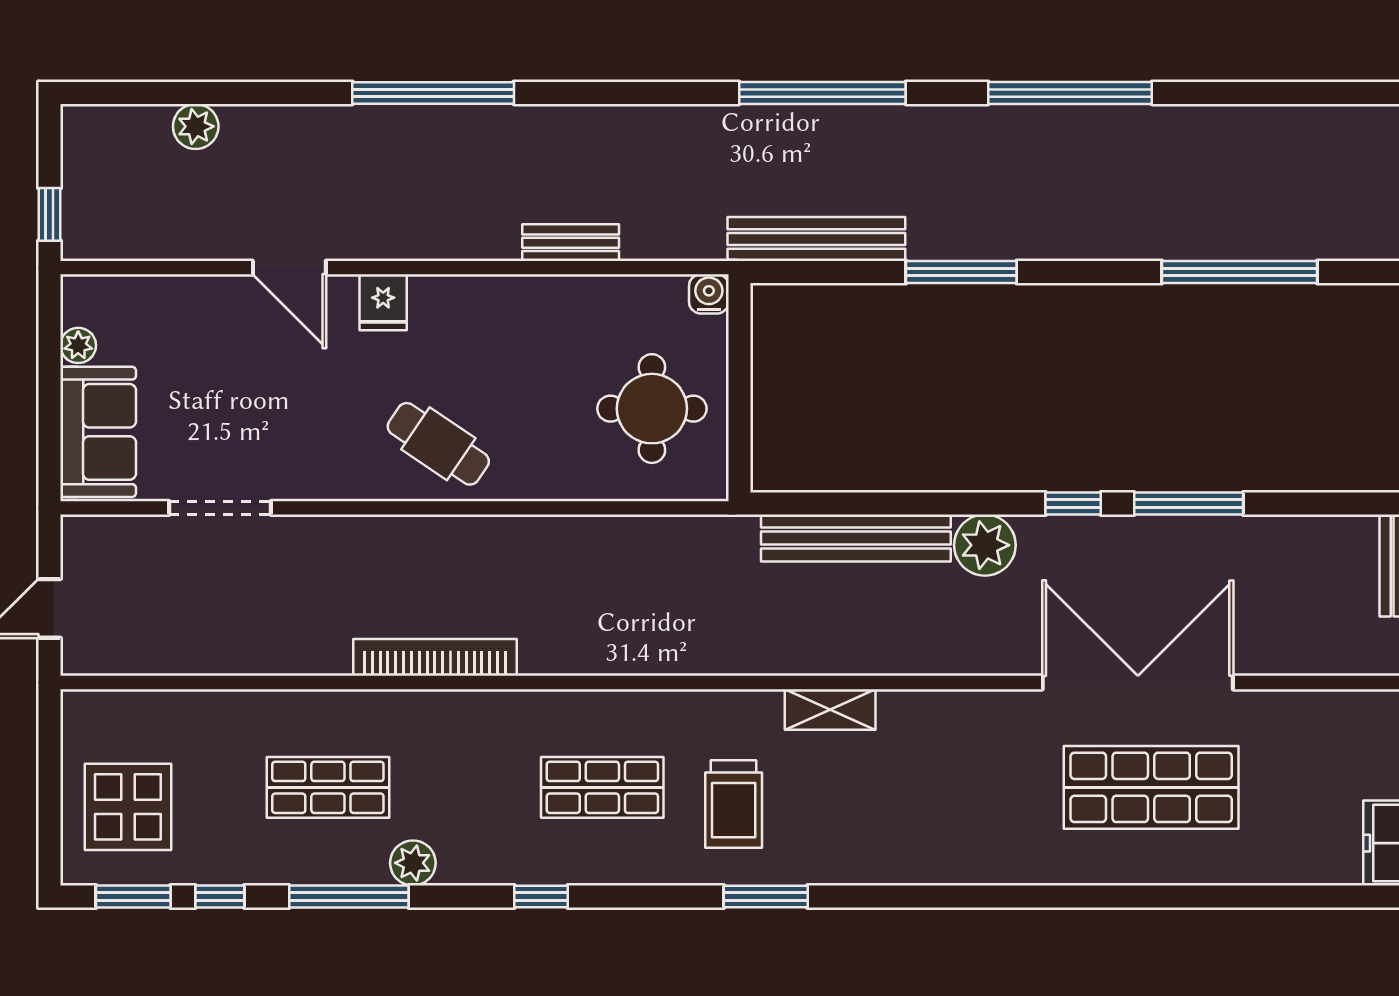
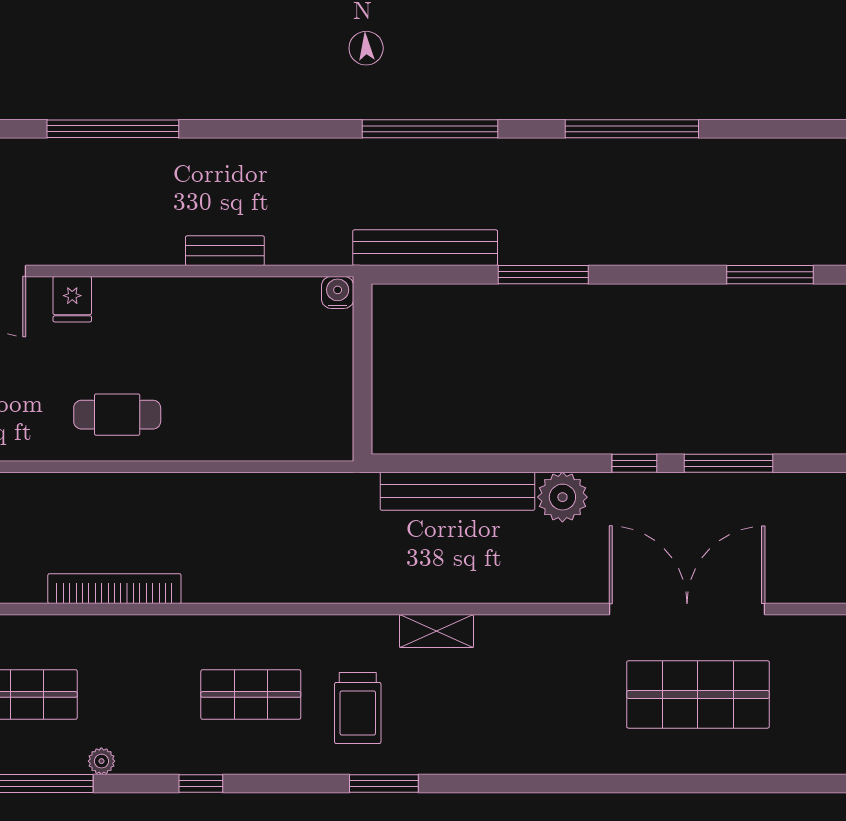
window: (1240, 272) -> (770, 275), width x0.68
round table: (652, 409) -> (291, 386), removed
cafe table: (438, 444) -> (117, 415), turned -34
plant: (413, 863) -> (101, 761), width x0.73, depth x0.73

